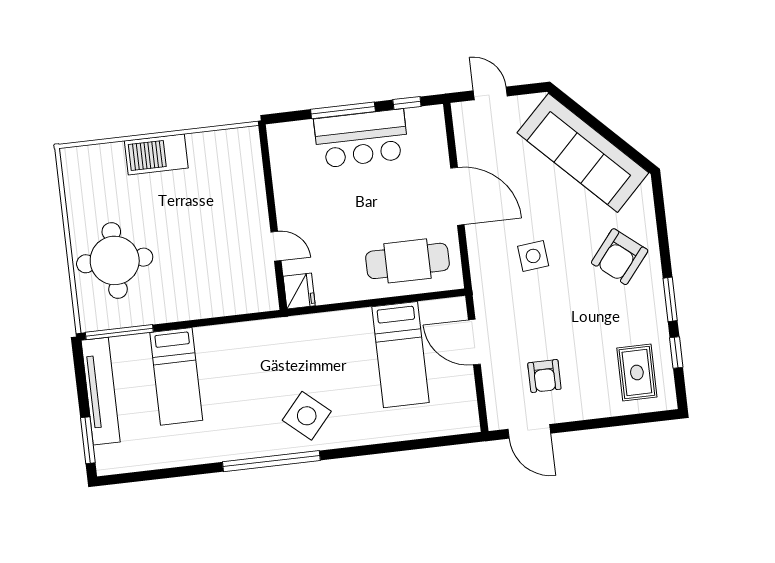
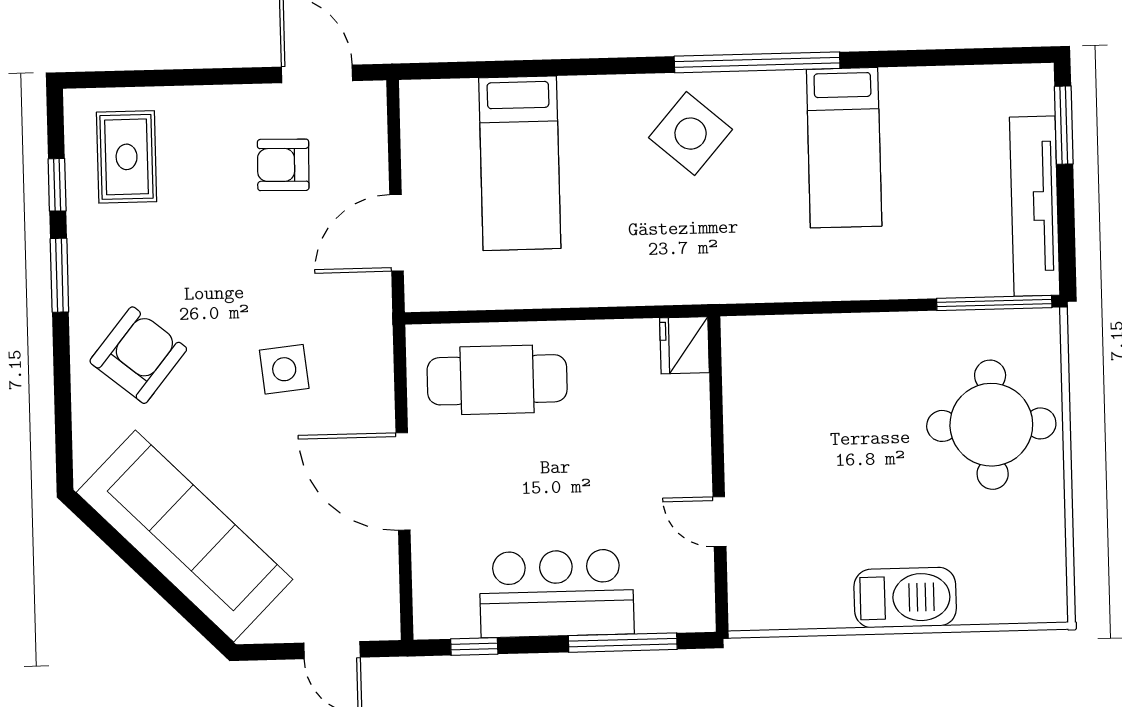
window: (343, 110) -> (623, 643), moved
door: (276, 246) -> (719, 522), moved
door: (474, 342) -> (396, 233), swing flipped
bed: (400, 355) -> (520, 163), moved, turned 180
bed: (176, 376) -> (844, 148), moved, turned 180
armchair: (544, 376) -> (283, 165), turned -89

